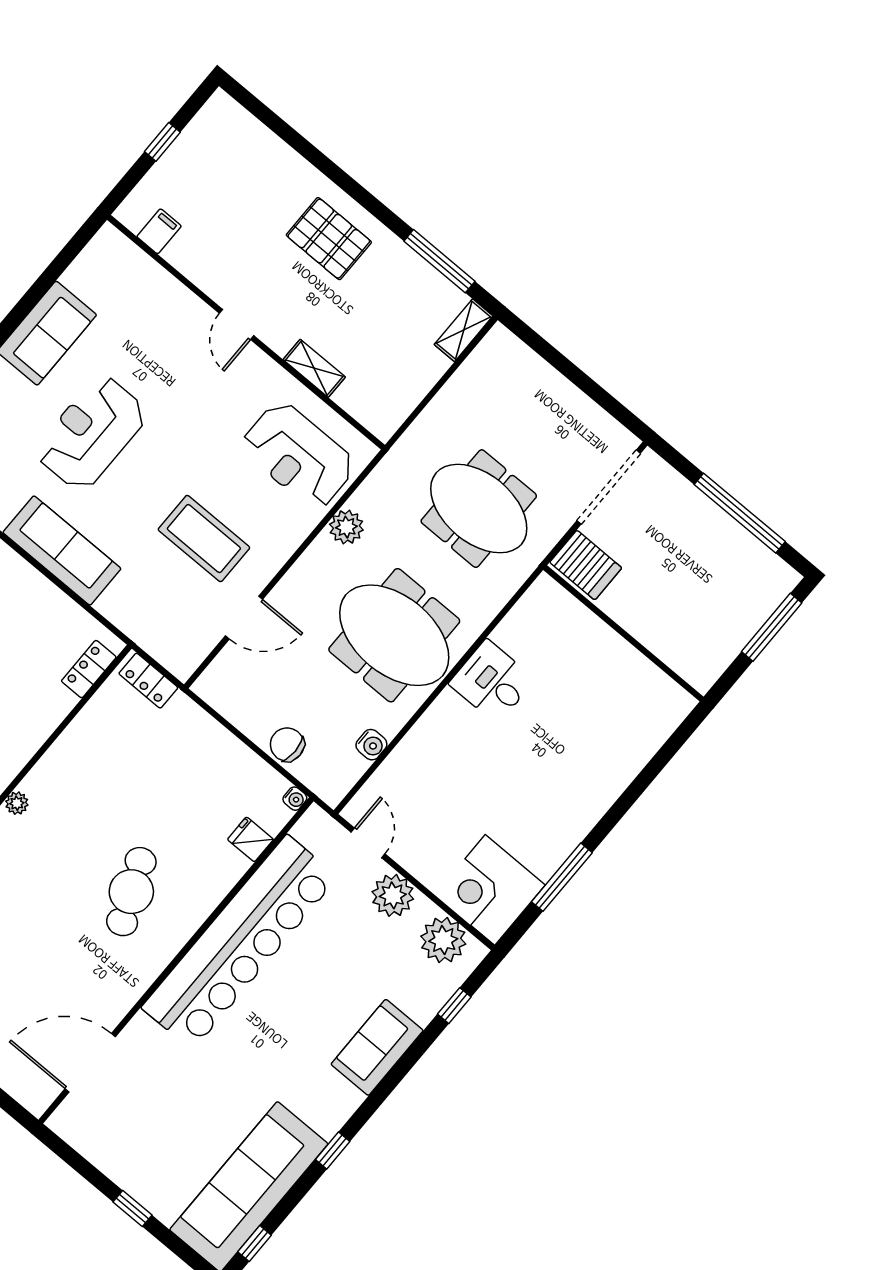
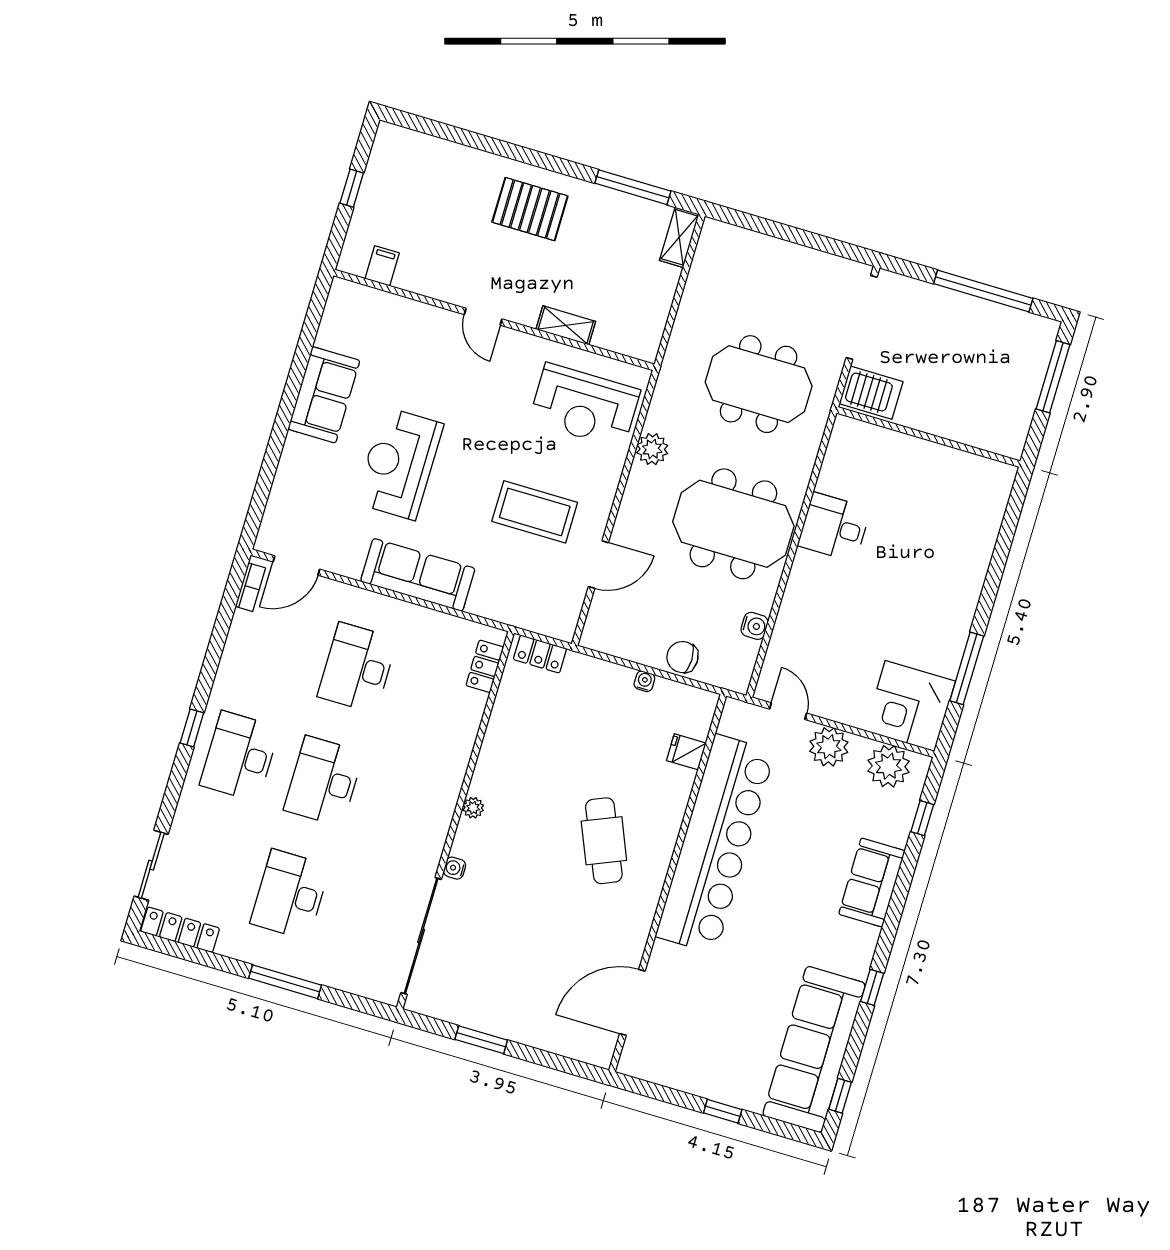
water cooler: (295, 799) -> (644, 681), moved, turned -90

